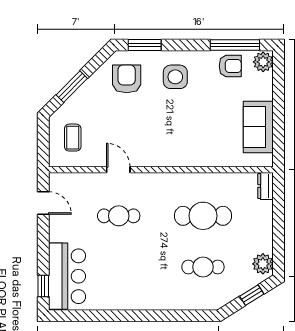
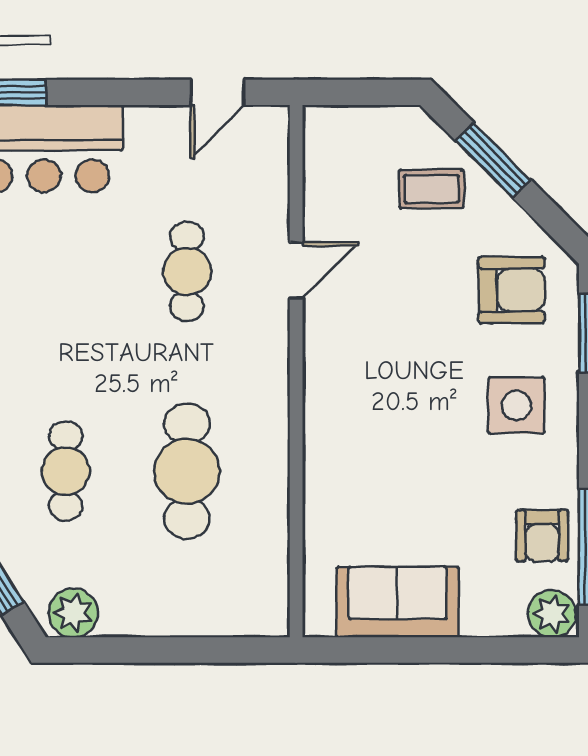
coffee table: (73, 138) -> (432, 189), moved
dresser: (266, 186) -> (258, 619), removed

